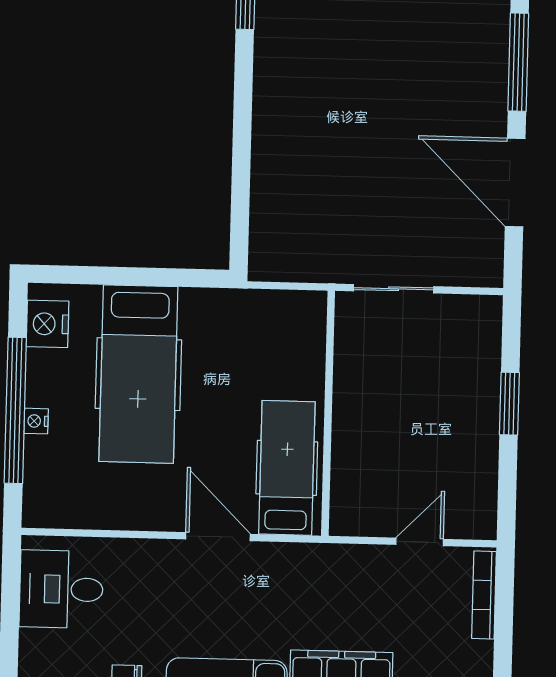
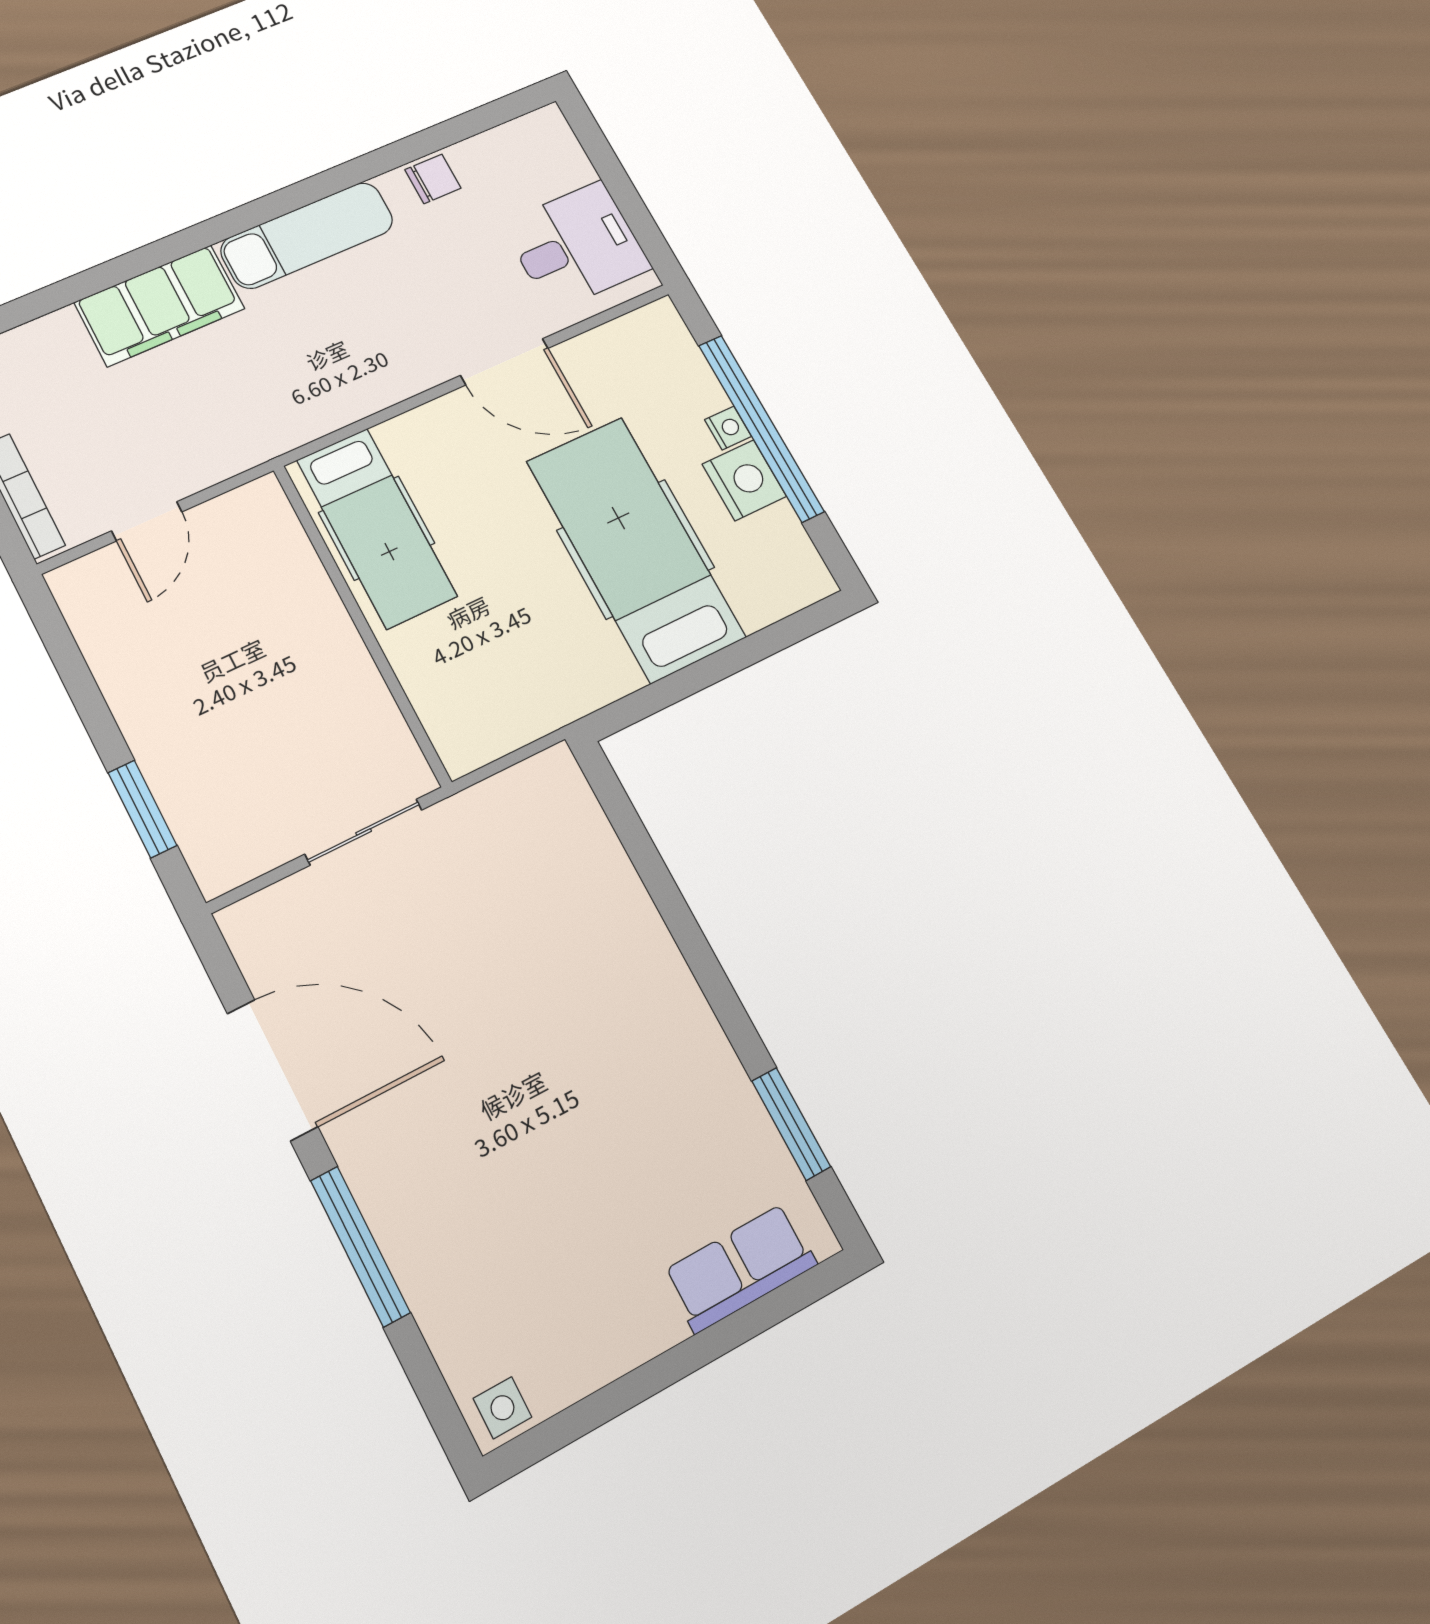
nightstand: (48, 324) -> (744, 480), moved
window: (509, 404) -> (142, 809), moved
door: (218, 537) -> (504, 362), moved

